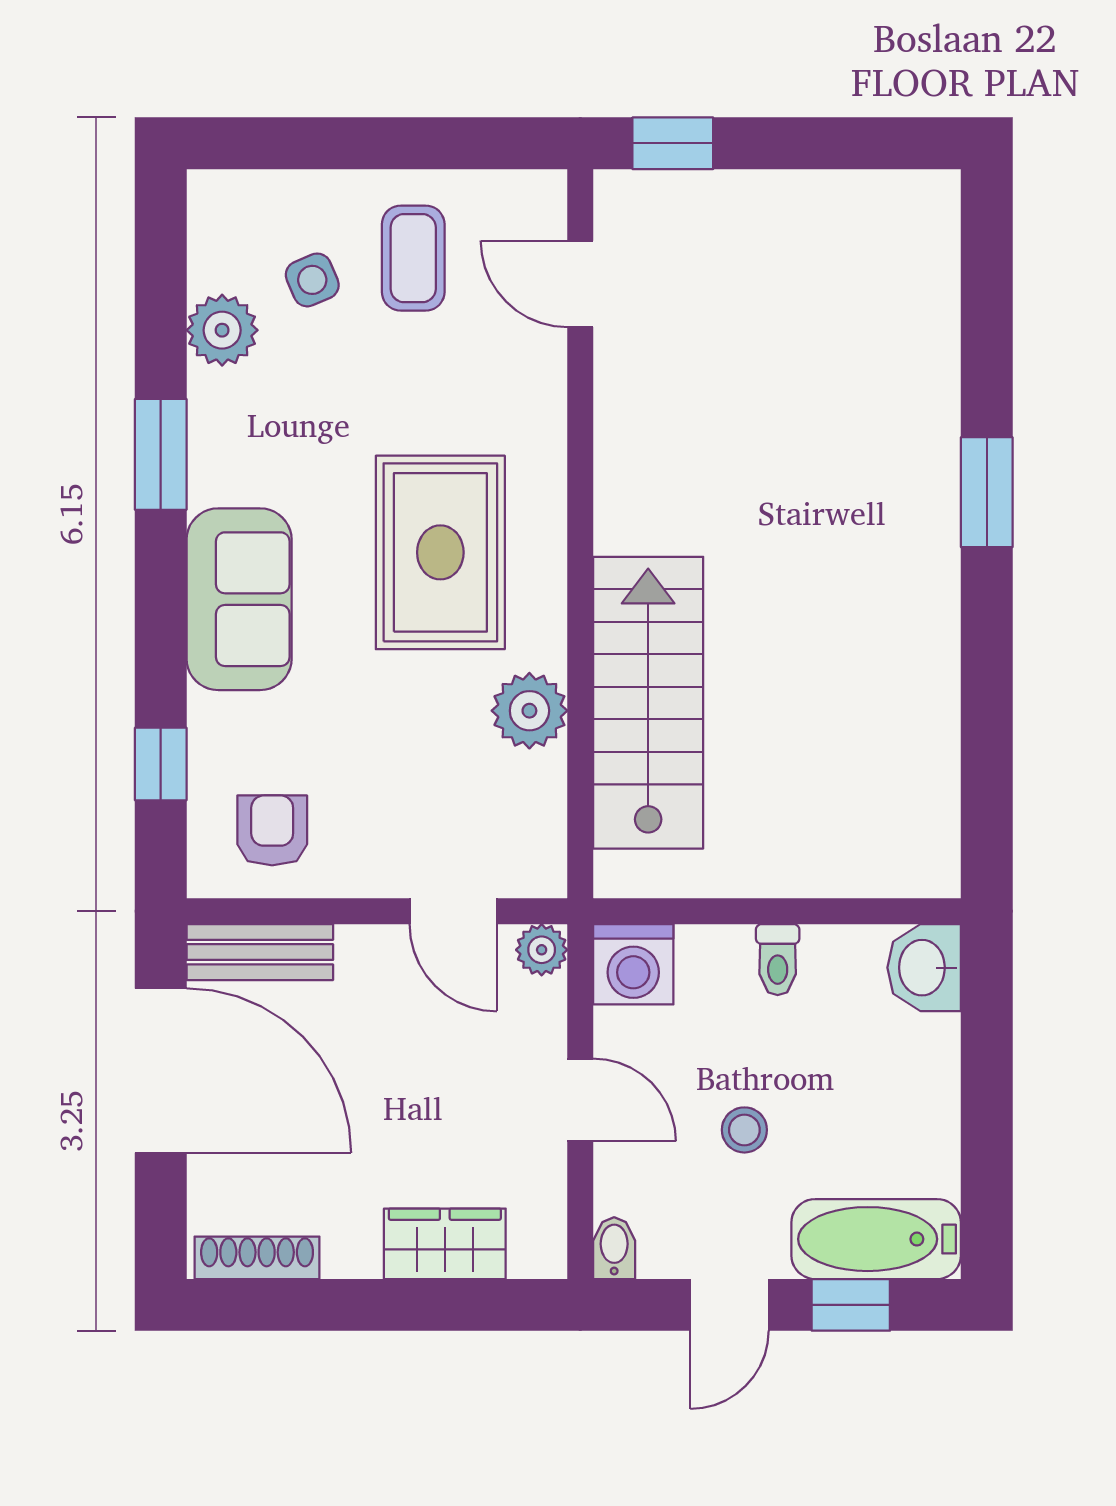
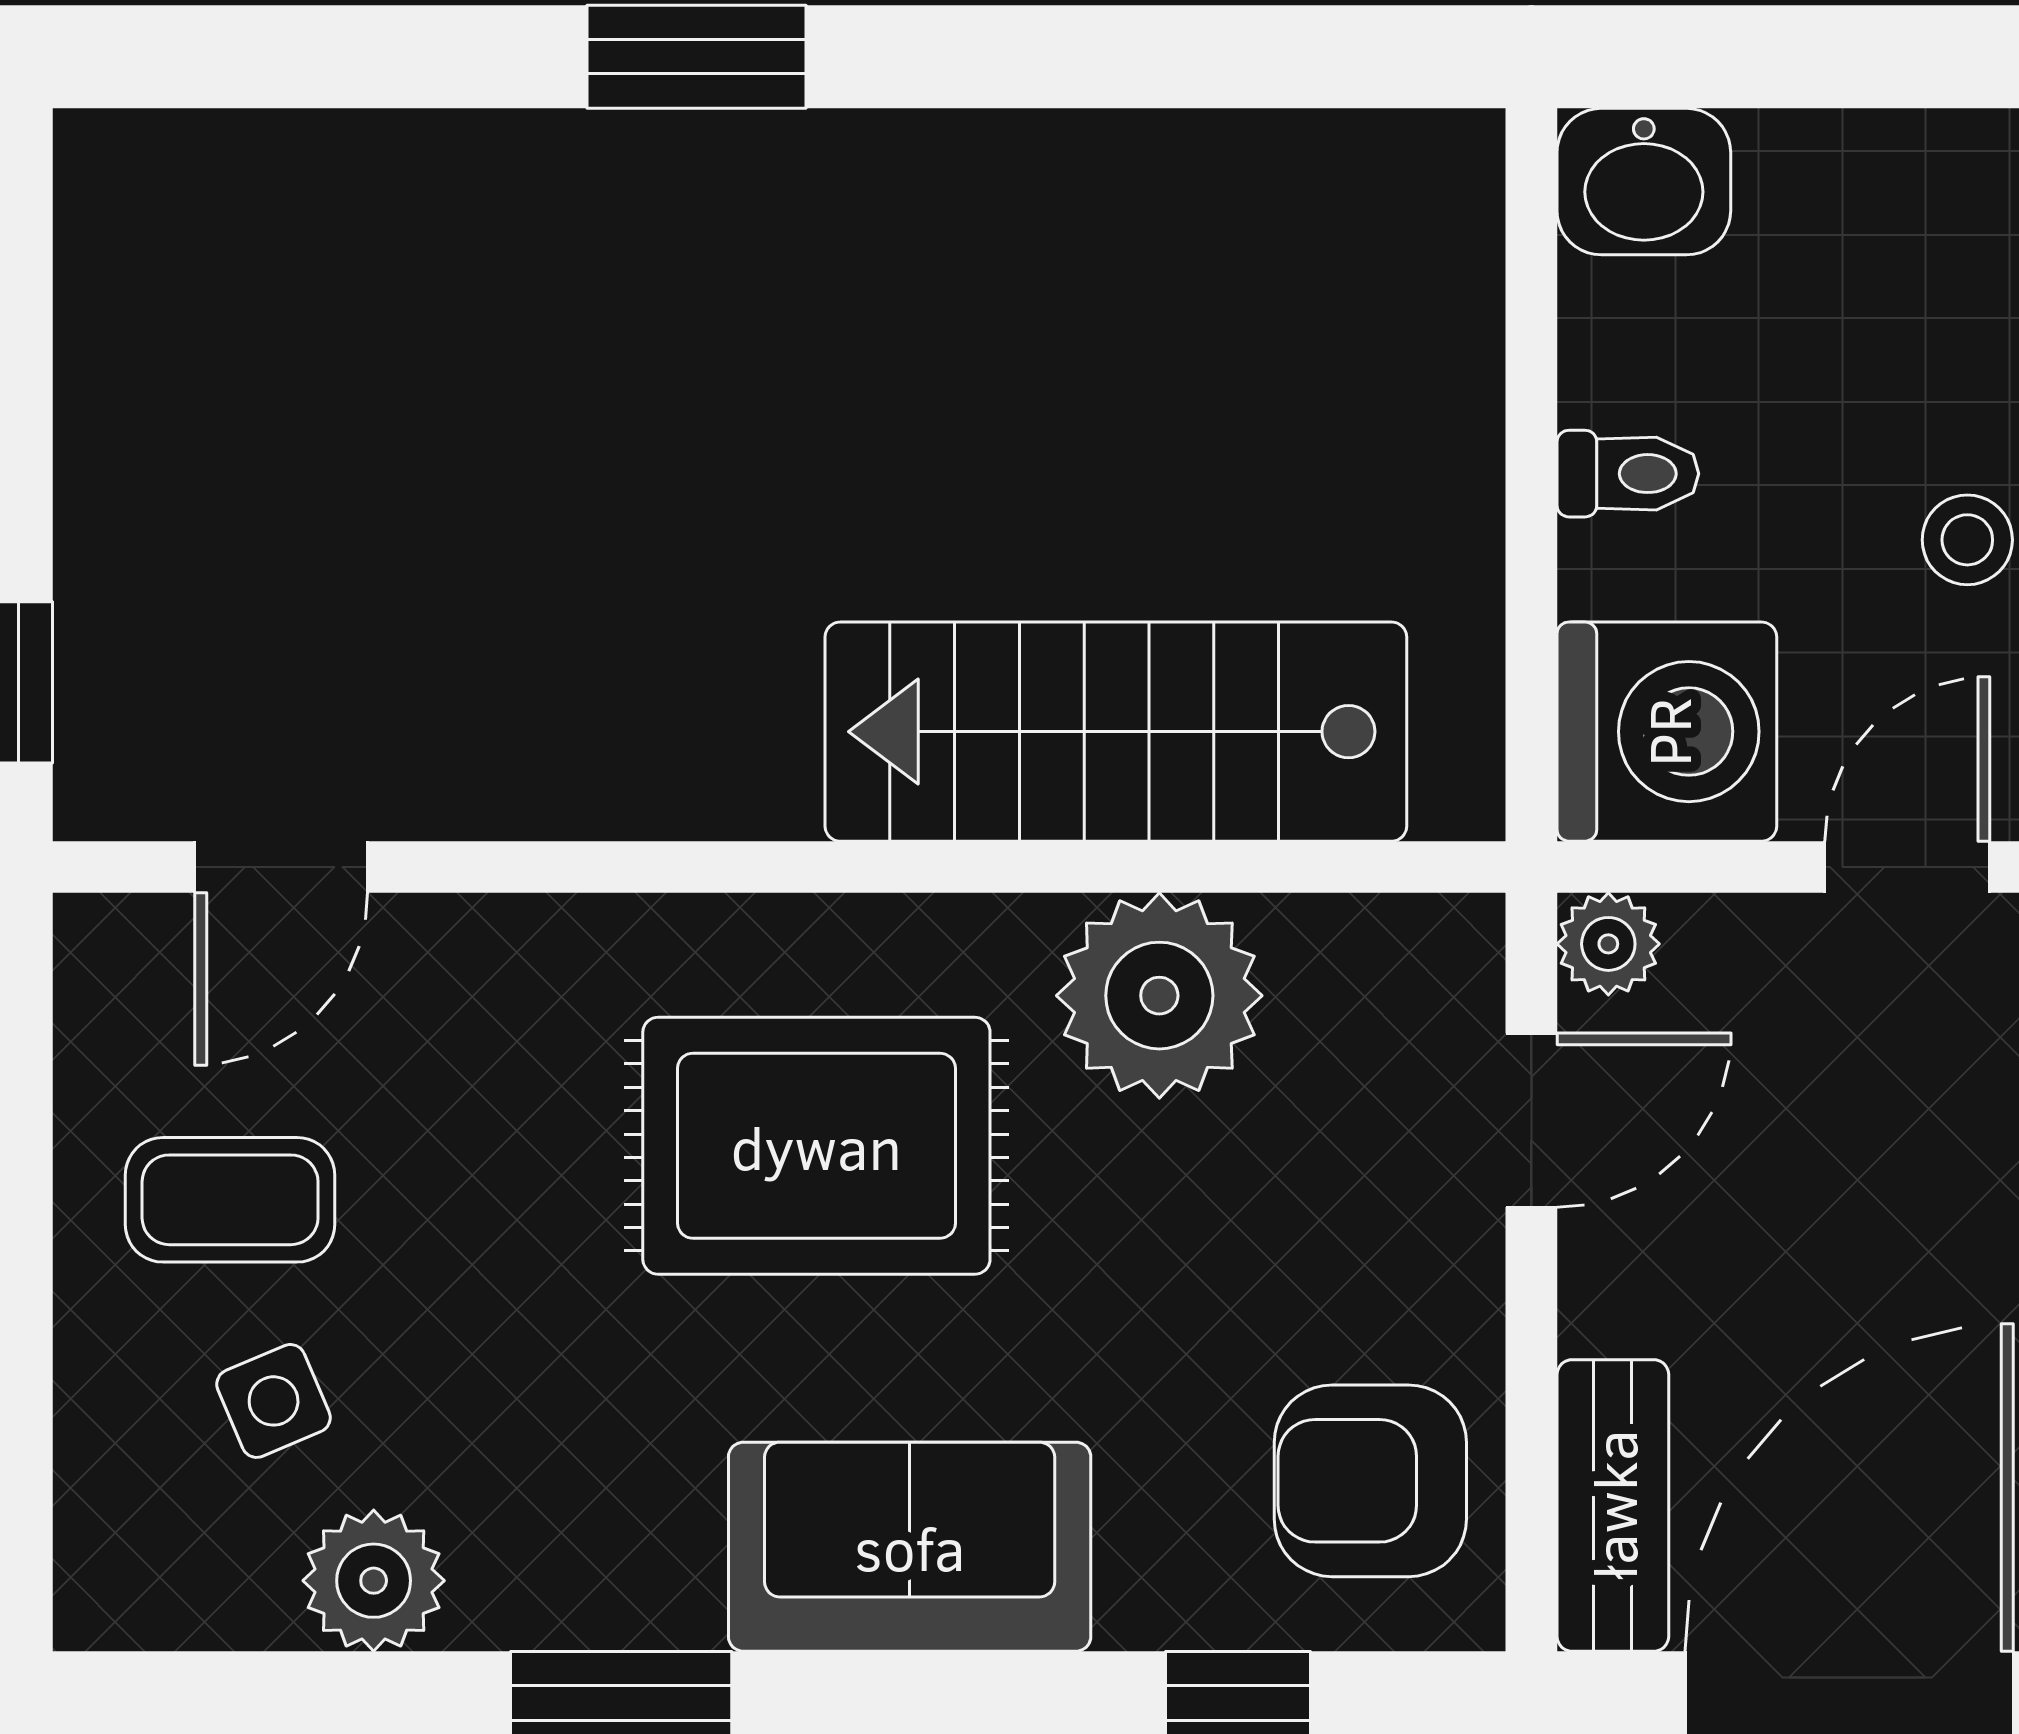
plant: (529, 711) -> (1159, 996), width x1.36, depth x1.36
armchair: (272, 830) -> (1370, 1481), width x1.38, depth x1.38
washing machine: (633, 964) -> (1667, 732), width x1.37, depth x1.37

